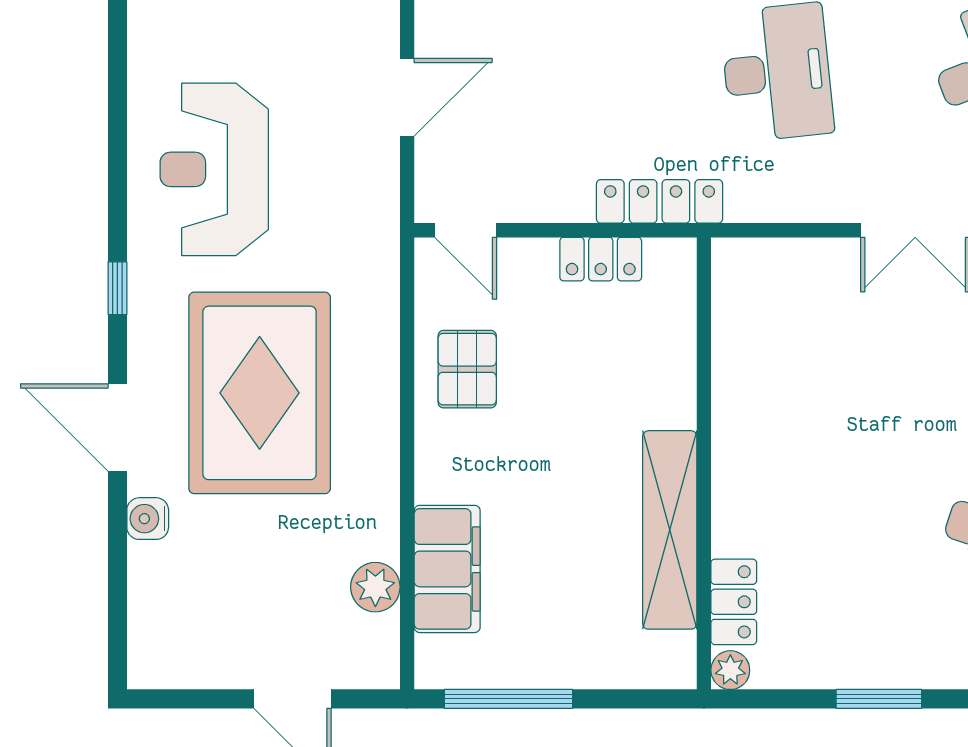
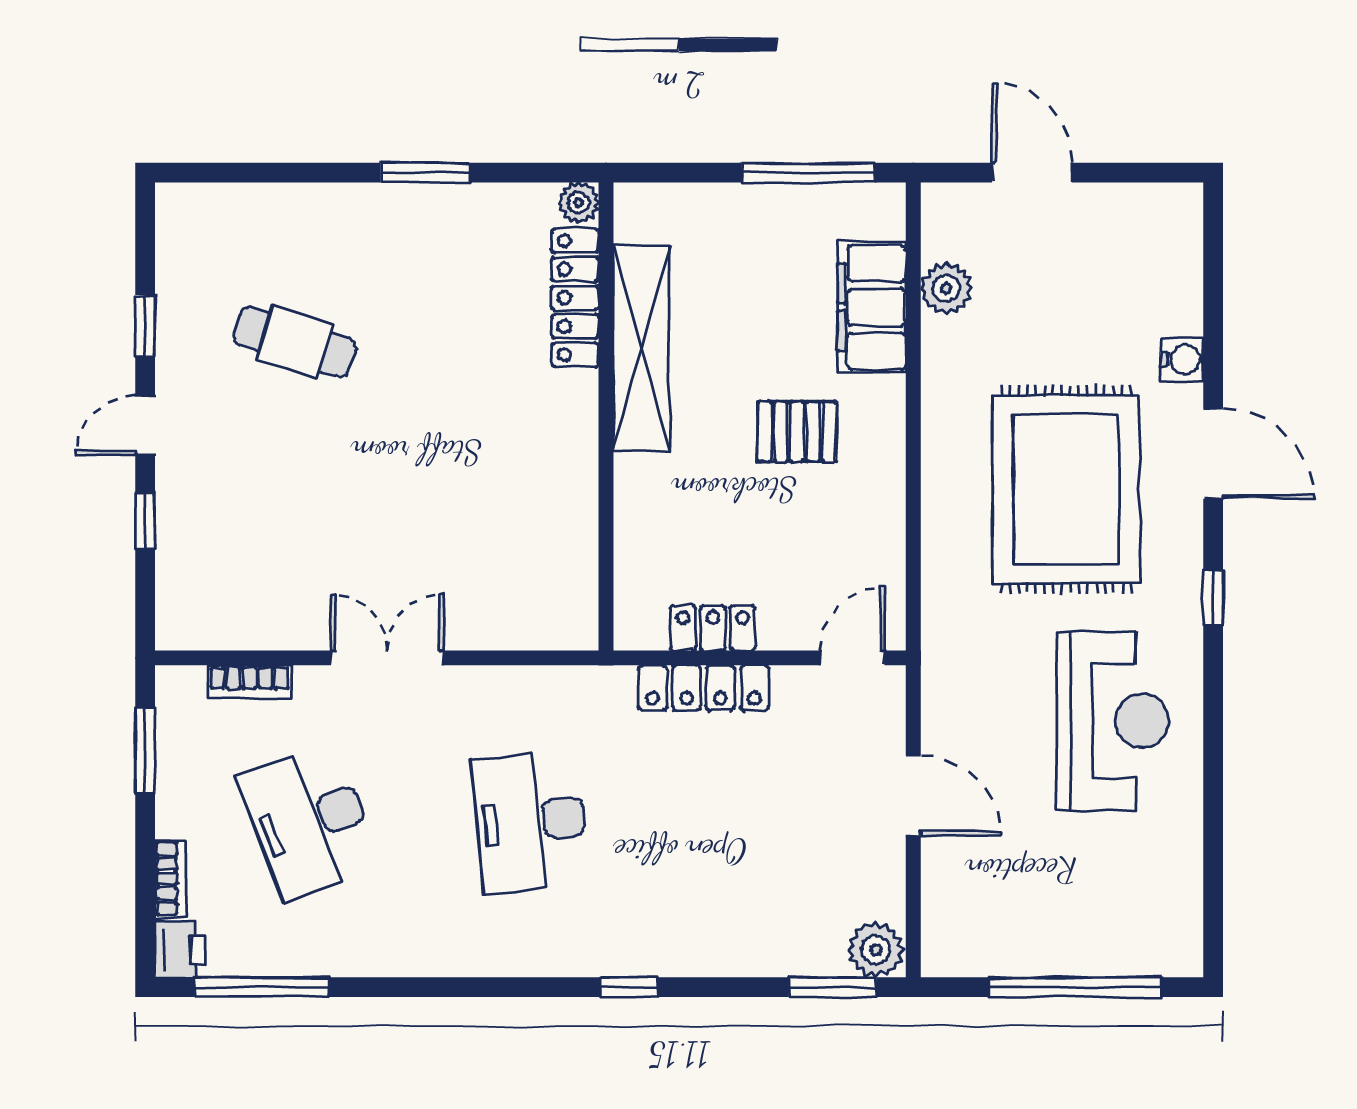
door: (407, 97) -> (913, 796), swing flipped
locker: (660, 201) -> (703, 688), moved
door: (466, 230) -> (853, 658), hinge flipped
pallet: (467, 369) -> (797, 432), moved, turned 90
locker: (734, 602) -> (575, 298), width x1.53

